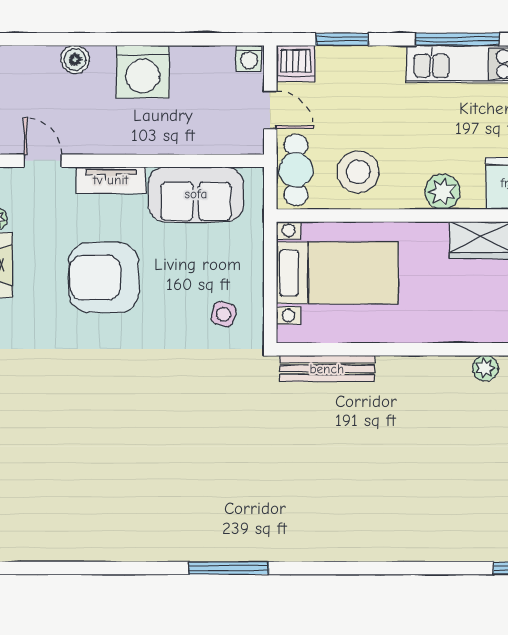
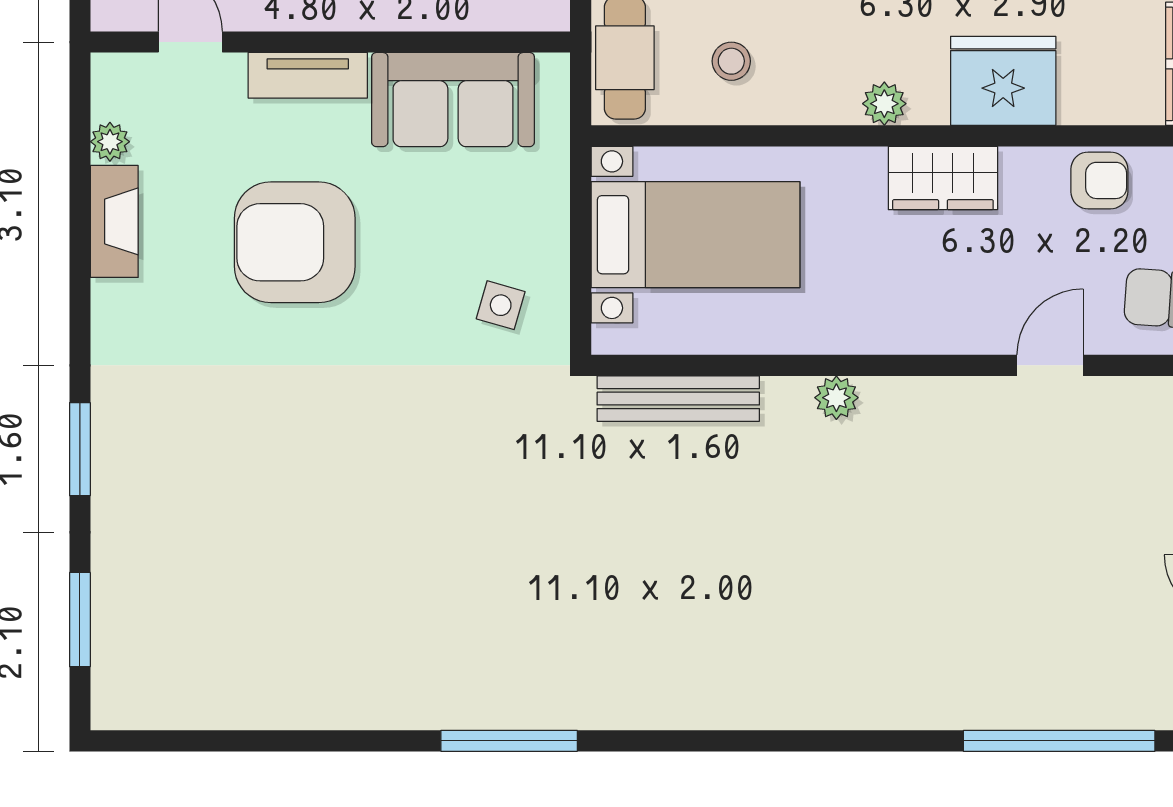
stool: (358, 172) -> (731, 61), width x0.53, depth x0.53
plant: (442, 192) -> (884, 104), width x0.73, depth x0.73
plant: (485, 368) -> (836, 398), moved

